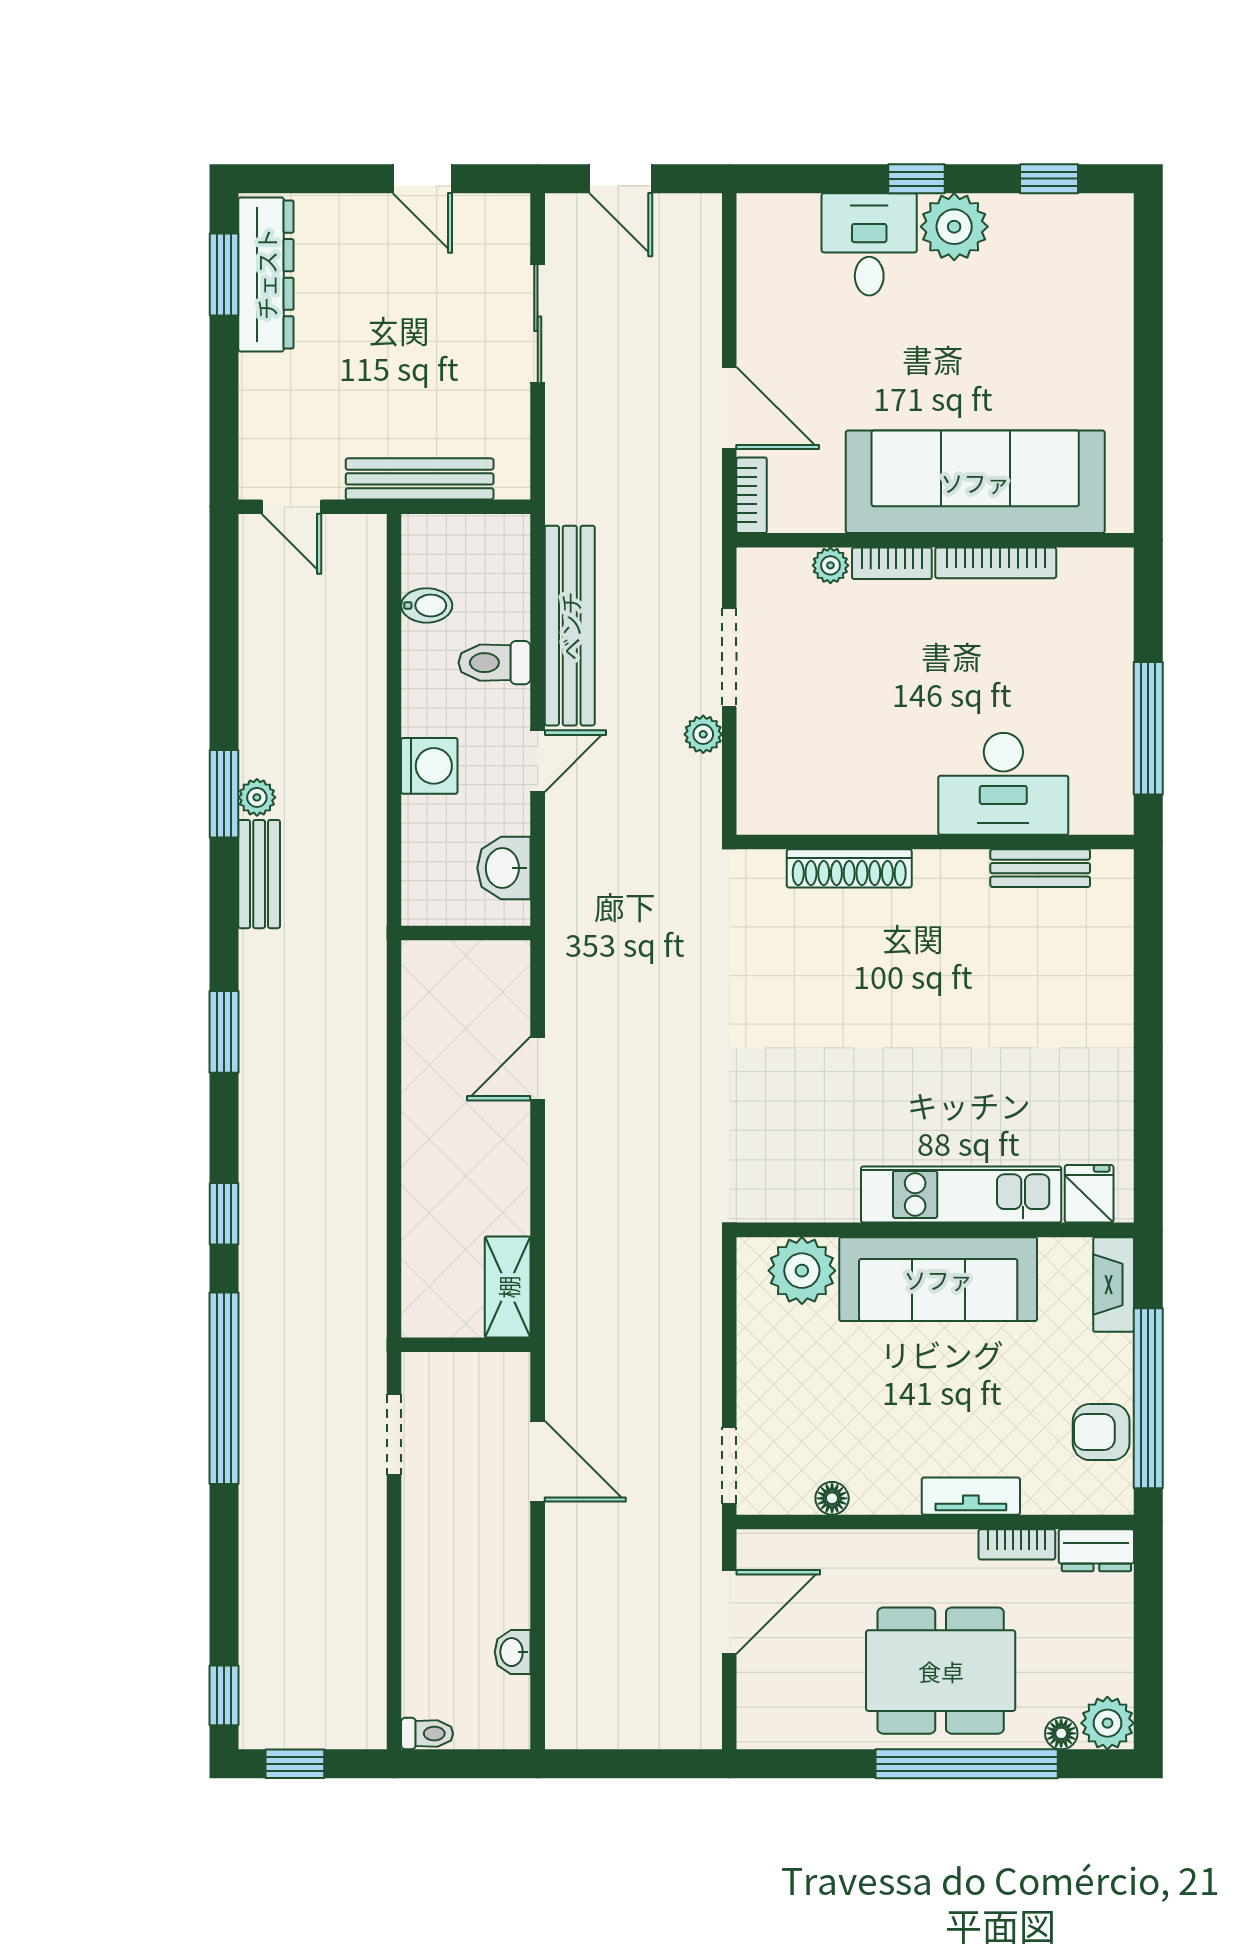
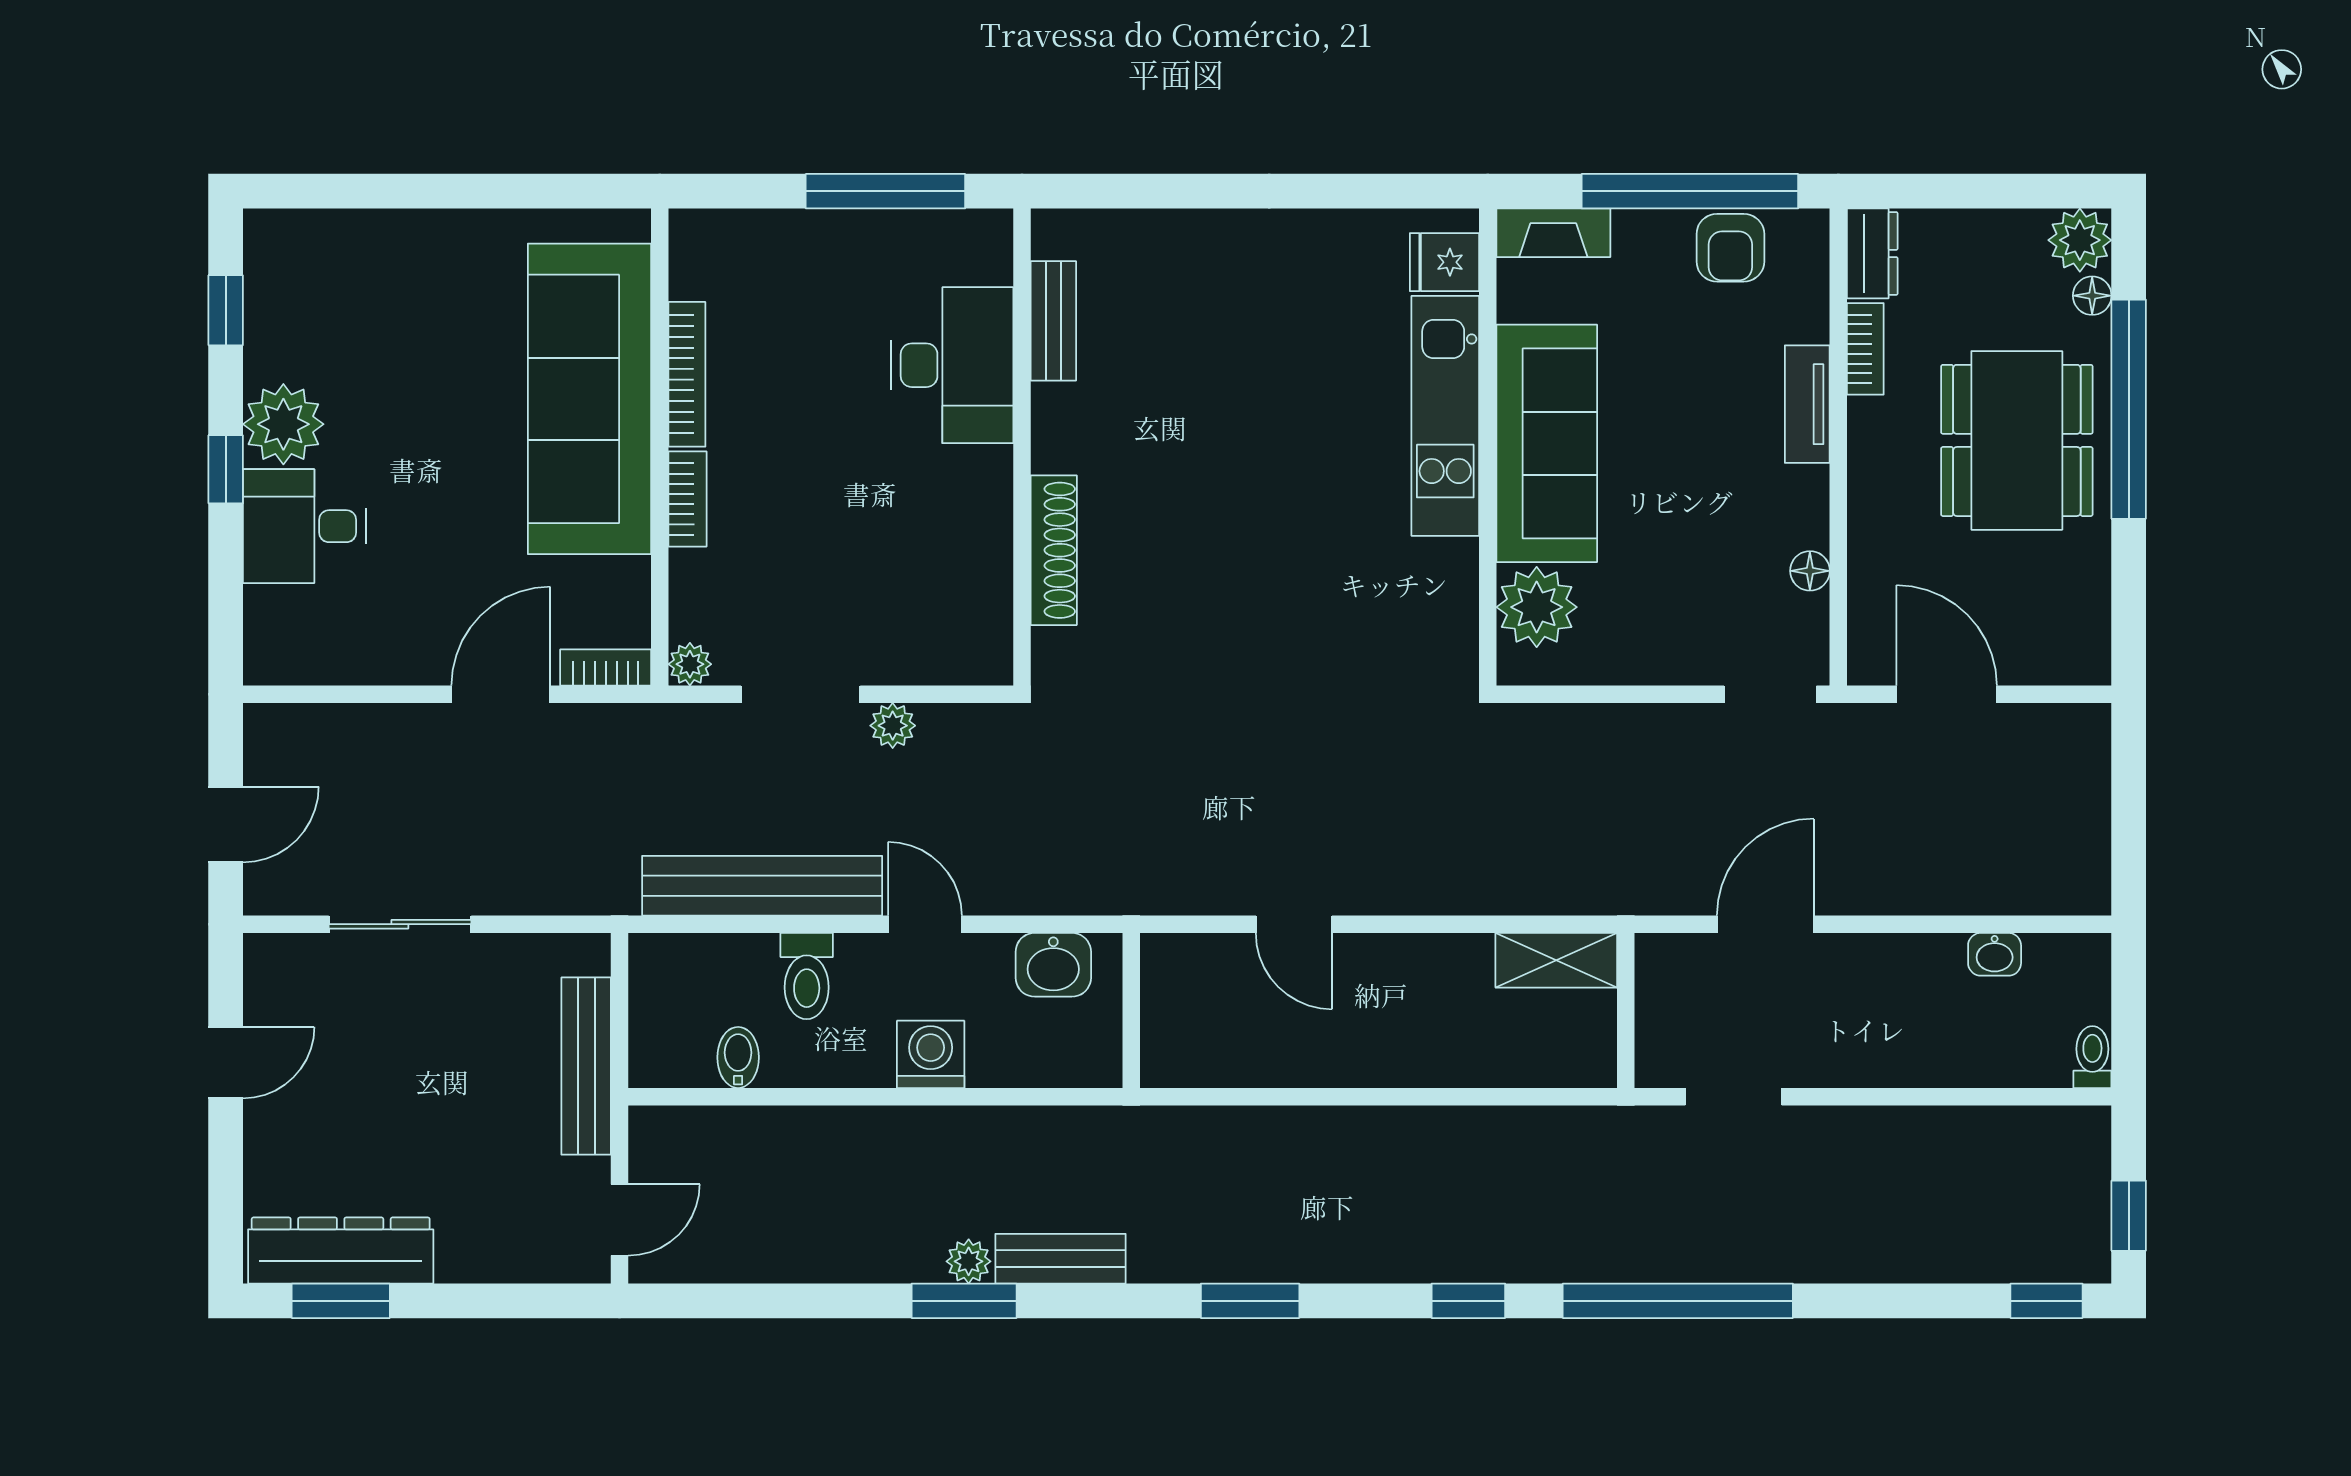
plant: (830, 565) -> (690, 664), moved

